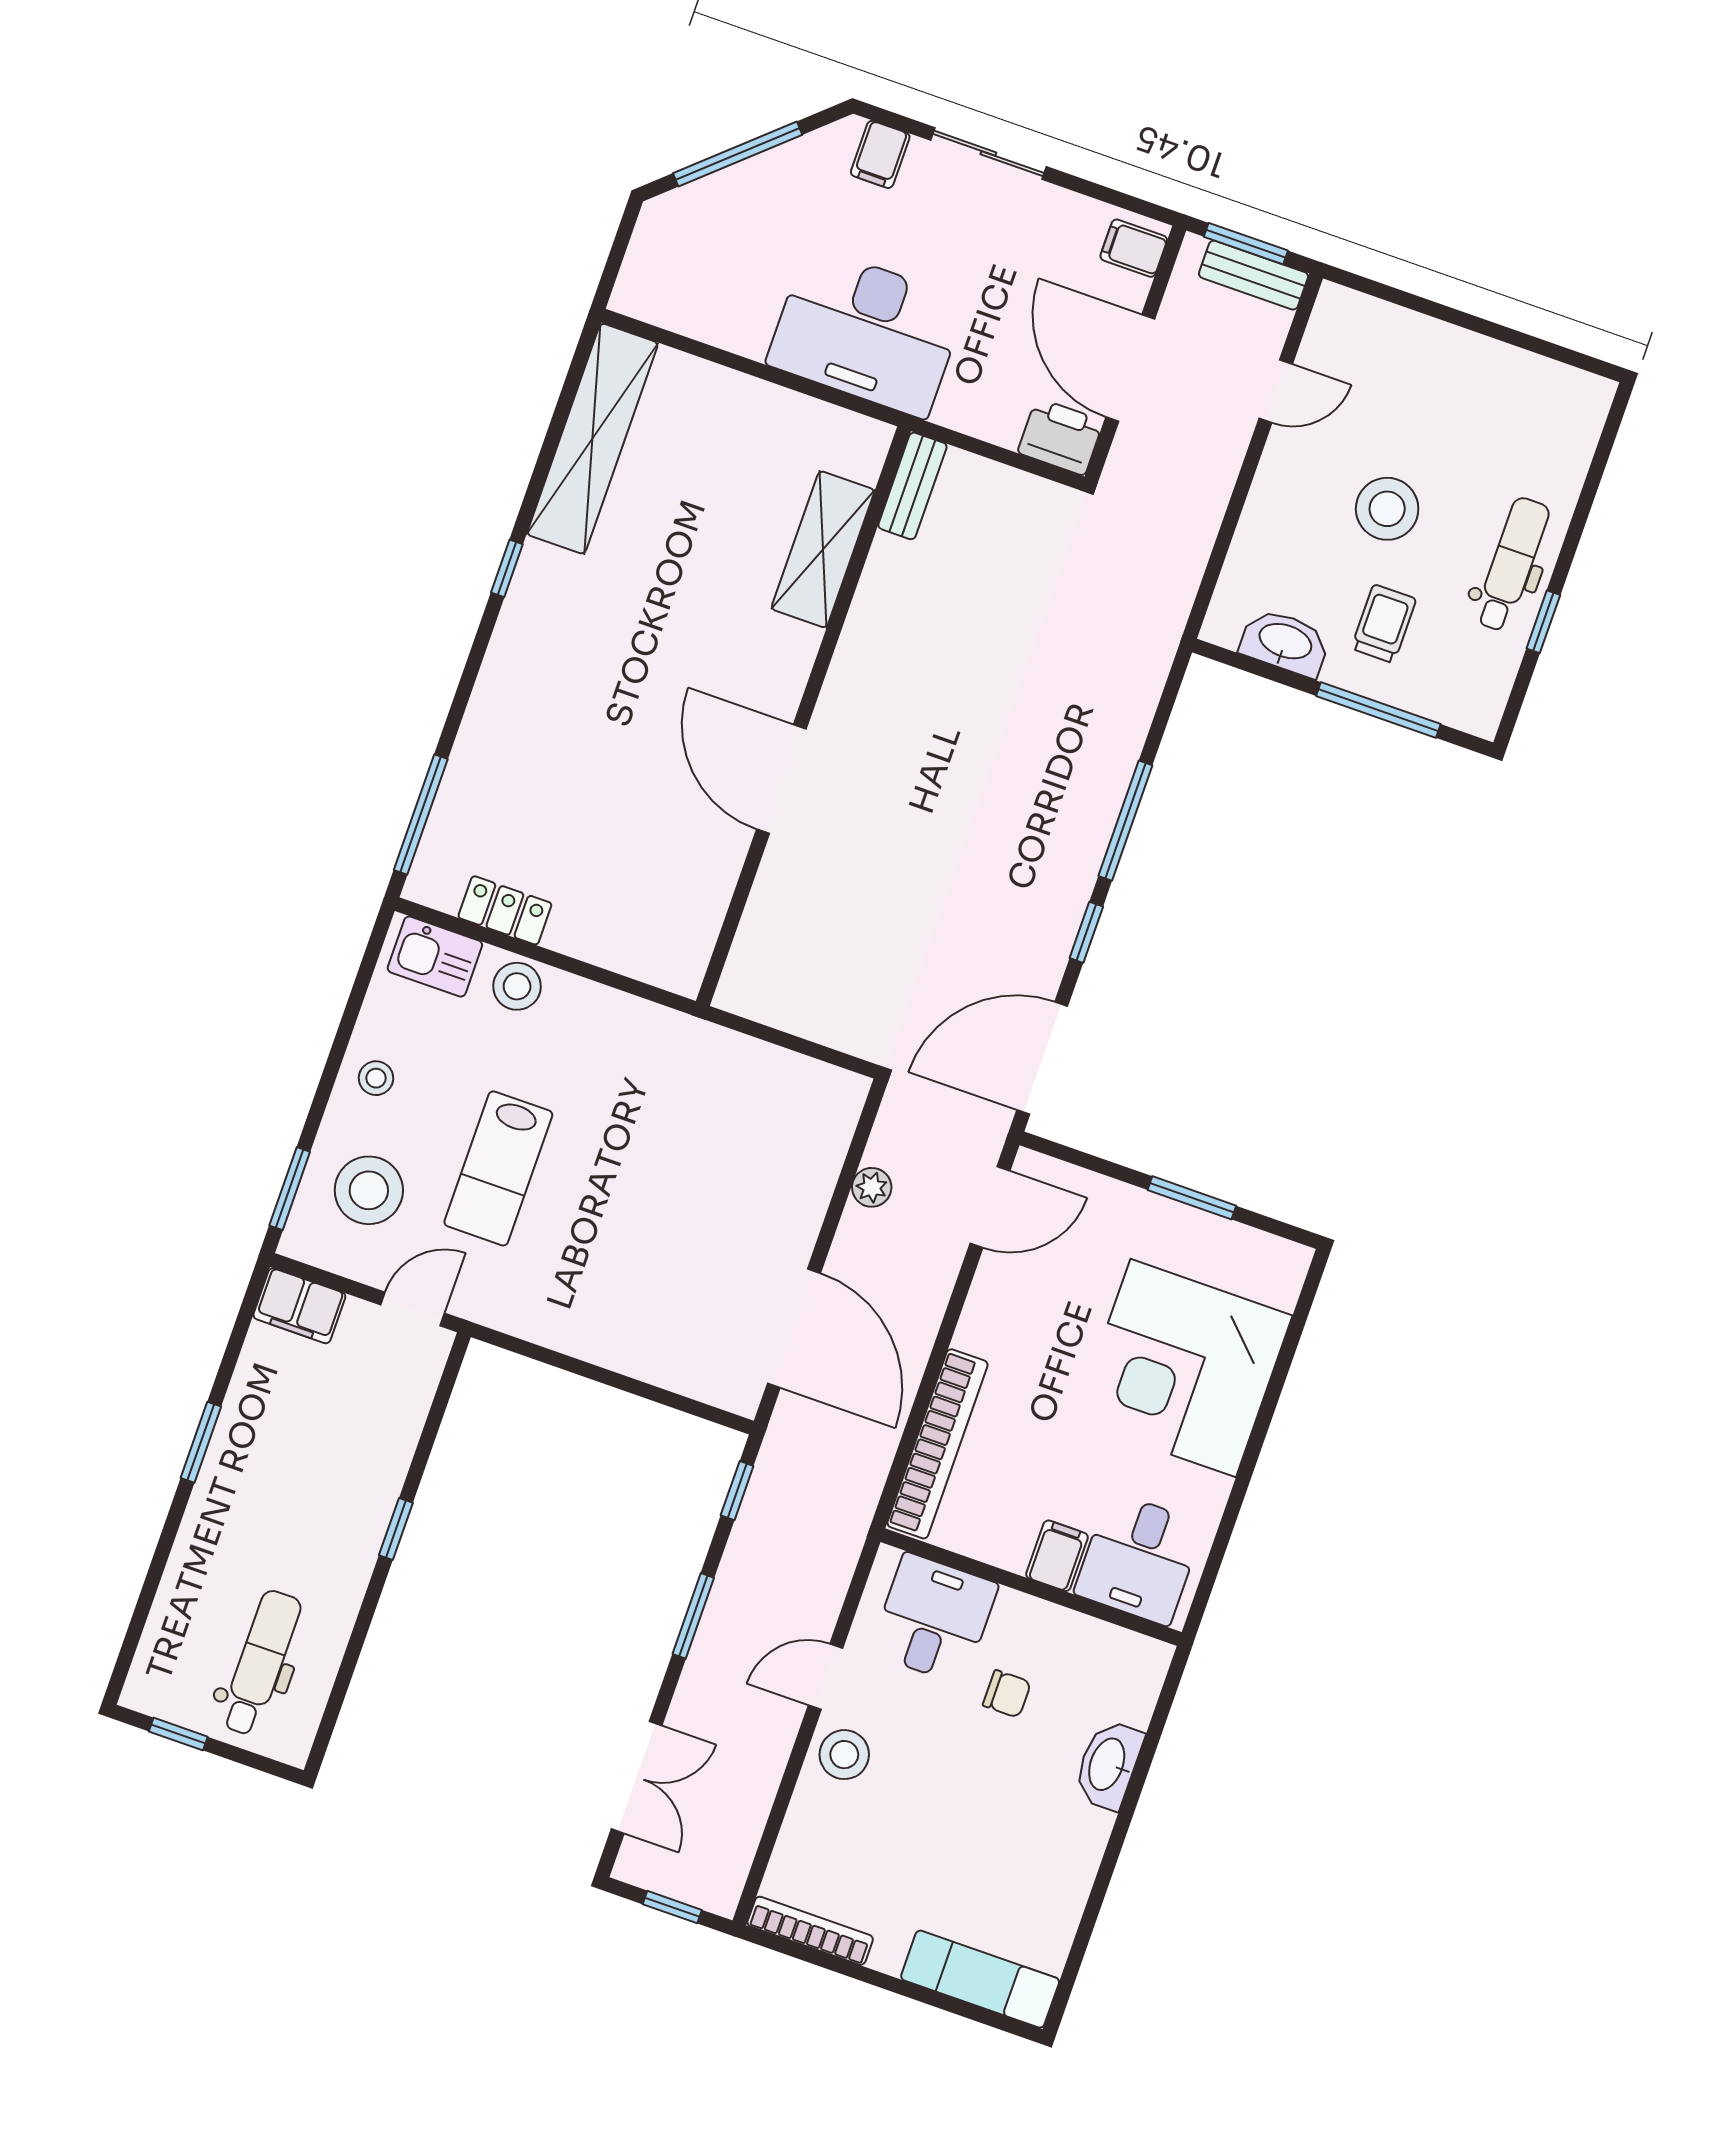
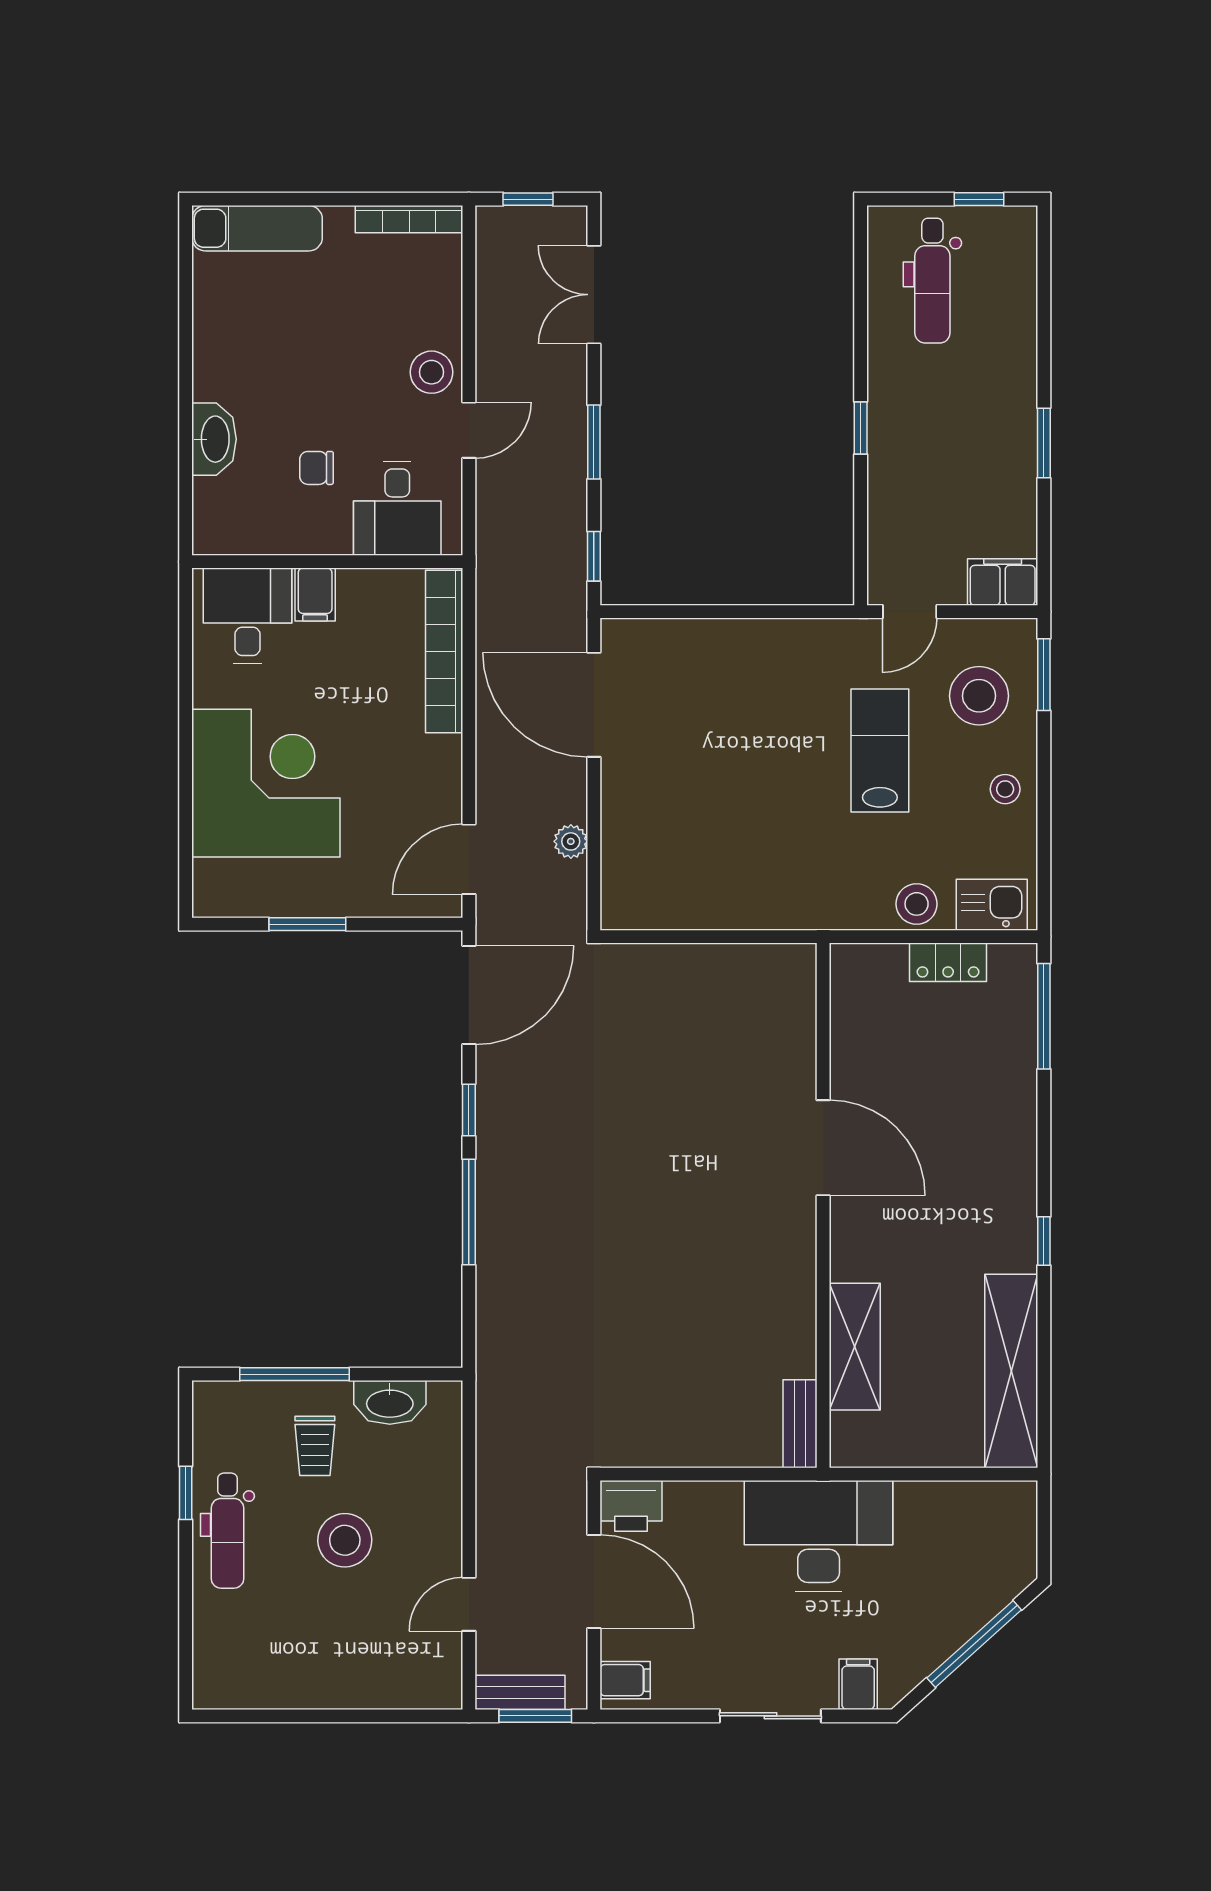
bench: (912, 486) -> (800, 1424), moved
shelving: (823, 549) -> (855, 1347), moved
wall: (803, 716) -> (823, 1205), moved
door: (781, 779) -> (823, 1148), moved

